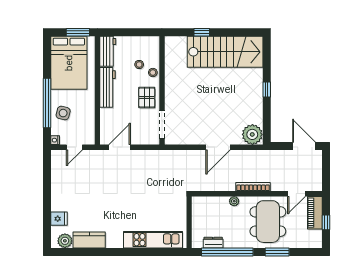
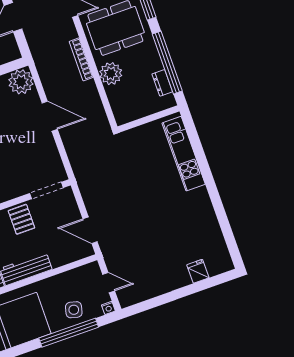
pallet: (147, 98) -> (21, 219), turned 90
plant: (234, 201) -> (111, 74), width x1.88, depth x1.88
kitchen counter: (89, 240) -> (210, 227), removed
plant: (65, 241) -> (221, 255), removed

